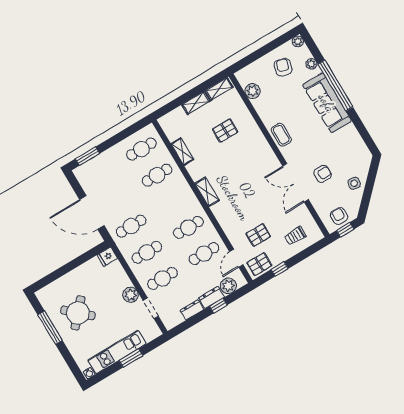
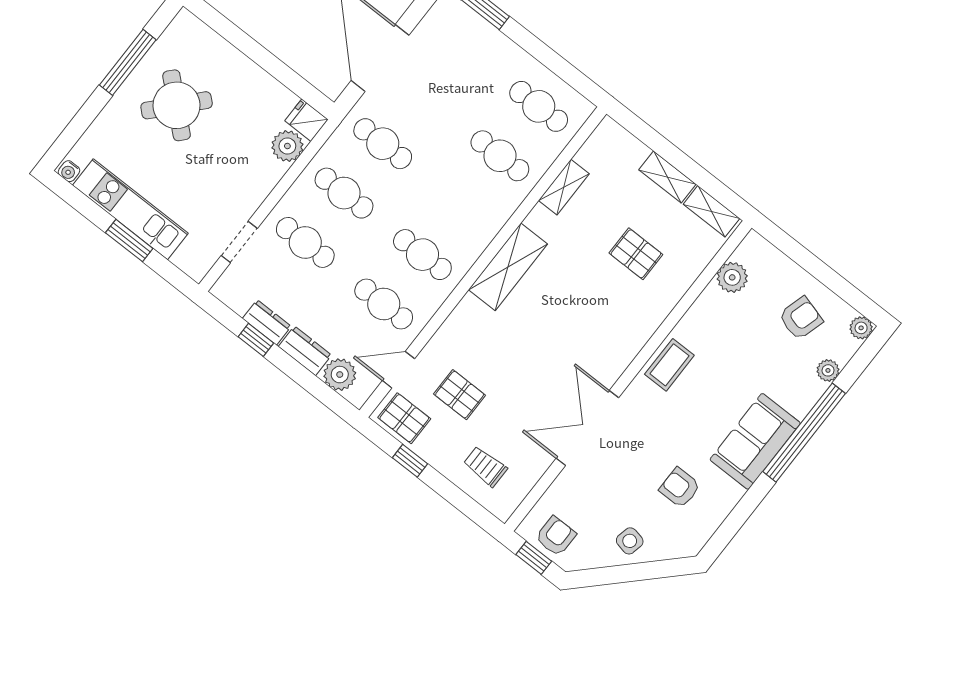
sofa: (327, 103) -> (755, 441), width x0.73
armchair: (323, 174) -> (680, 488), moved, turned 180
shelving: (207, 192) -> (508, 267), width x1.50, depth x1.33
plant: (131, 295) -> (287, 146), moved
window: (218, 306) -> (256, 340), moved

